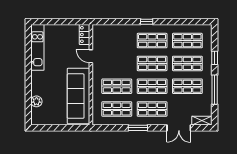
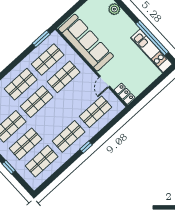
window: (28, 56) -> (152, 38), added
door: (91, 56) -> (104, 82), swing flipped
shop shelf: (152, 63) -> (96, 112), moved
window: (138, 128) -> (41, 39), moved

